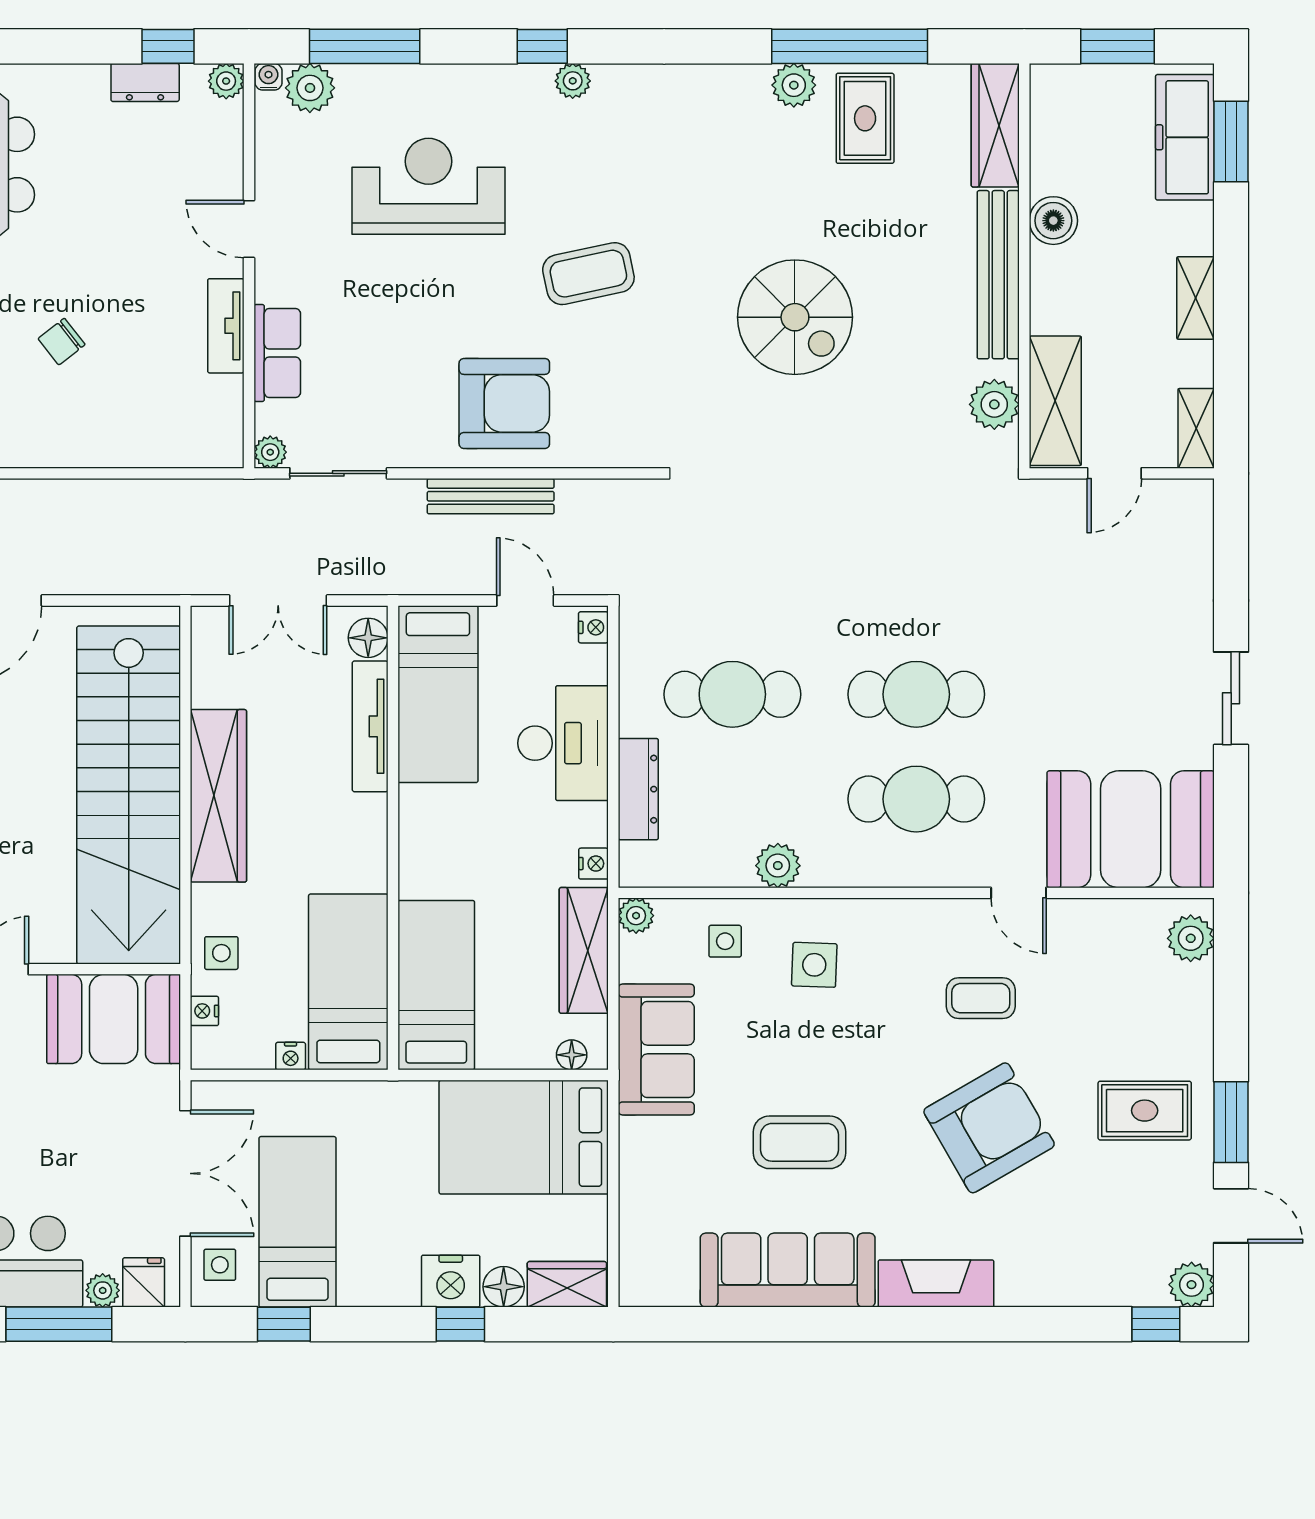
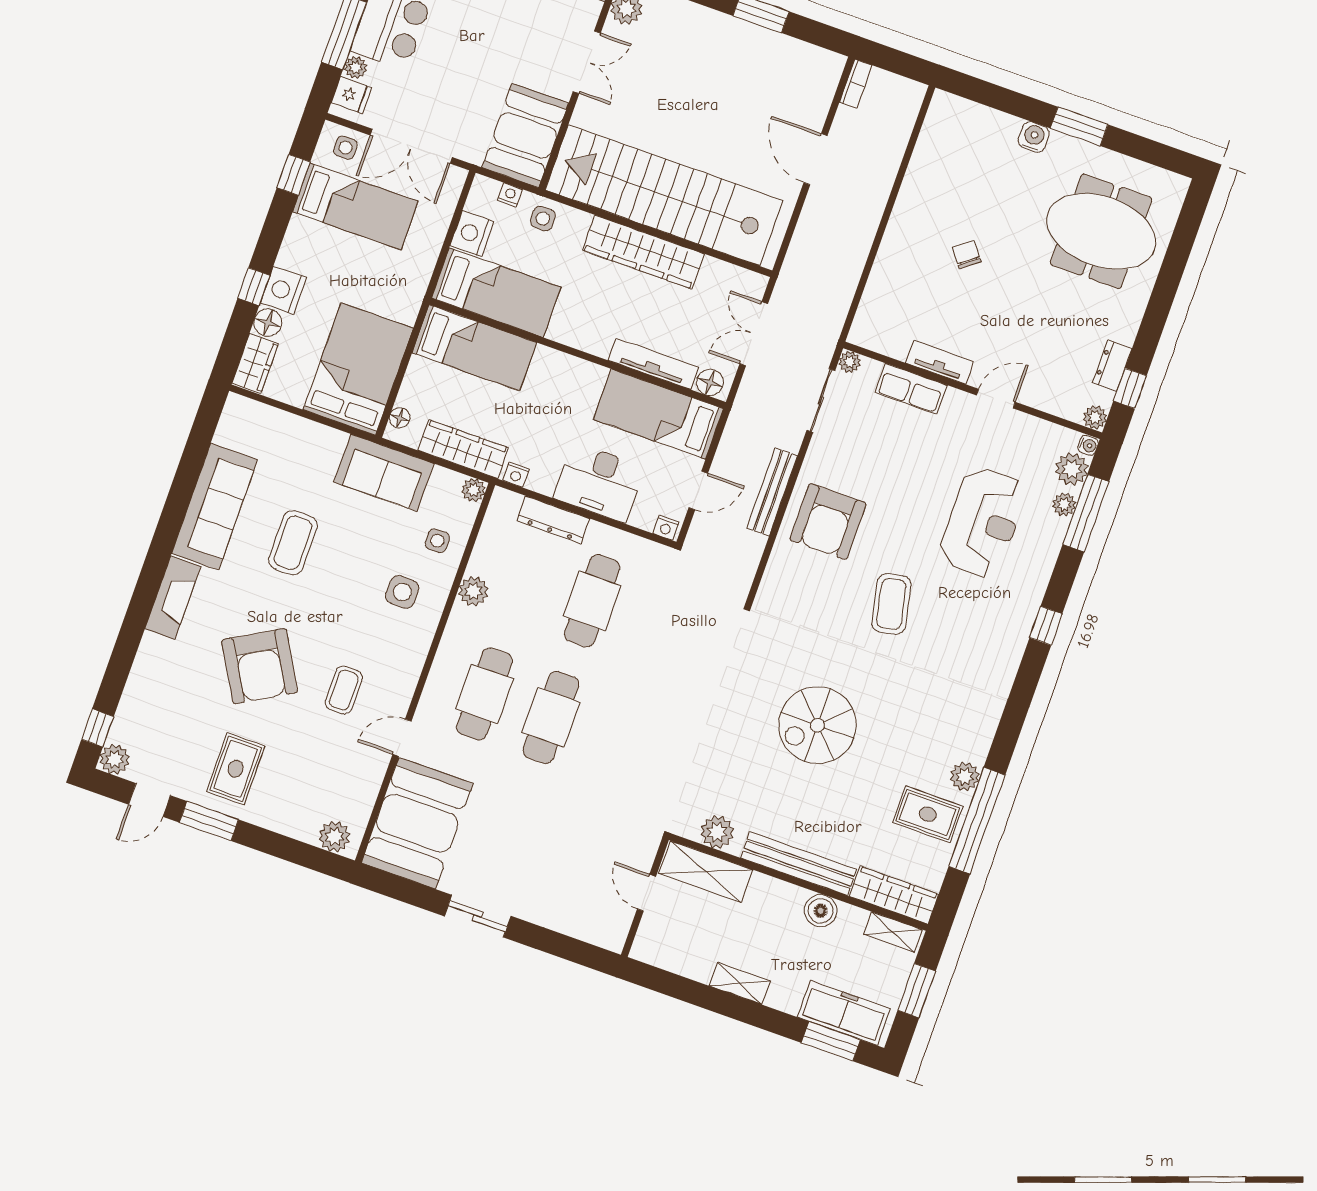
plant: (573, 81) -> (1064, 505), moved
shelving: (1196, 428) -> (893, 932), moved
nightstand: (291, 1056) -> (472, 233), width x1.89, depth x1.79

